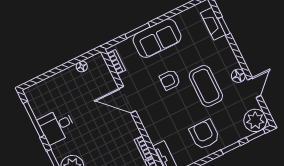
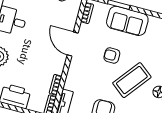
coffee table: (206, 86) -> (132, 80), turned 38

